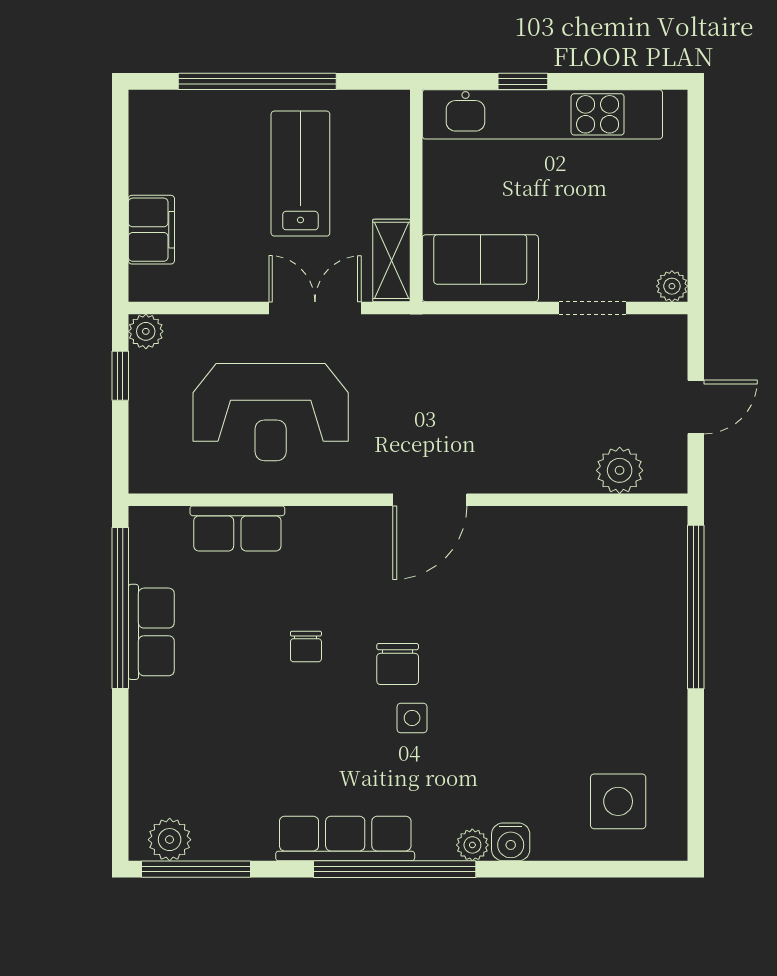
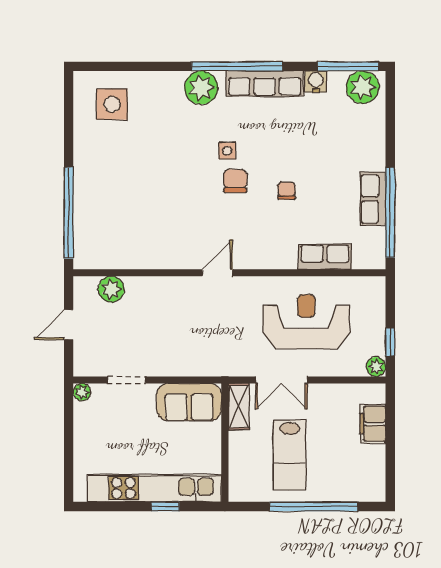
door: (430, 500) -> (217, 273), width x0.73
plant: (170, 840) -> (363, 87), width x1.36, depth x1.36
water cooler: (511, 842) -> (316, 82), moved
plant: (472, 845) -> (201, 88), width x1.88, depth x1.88

